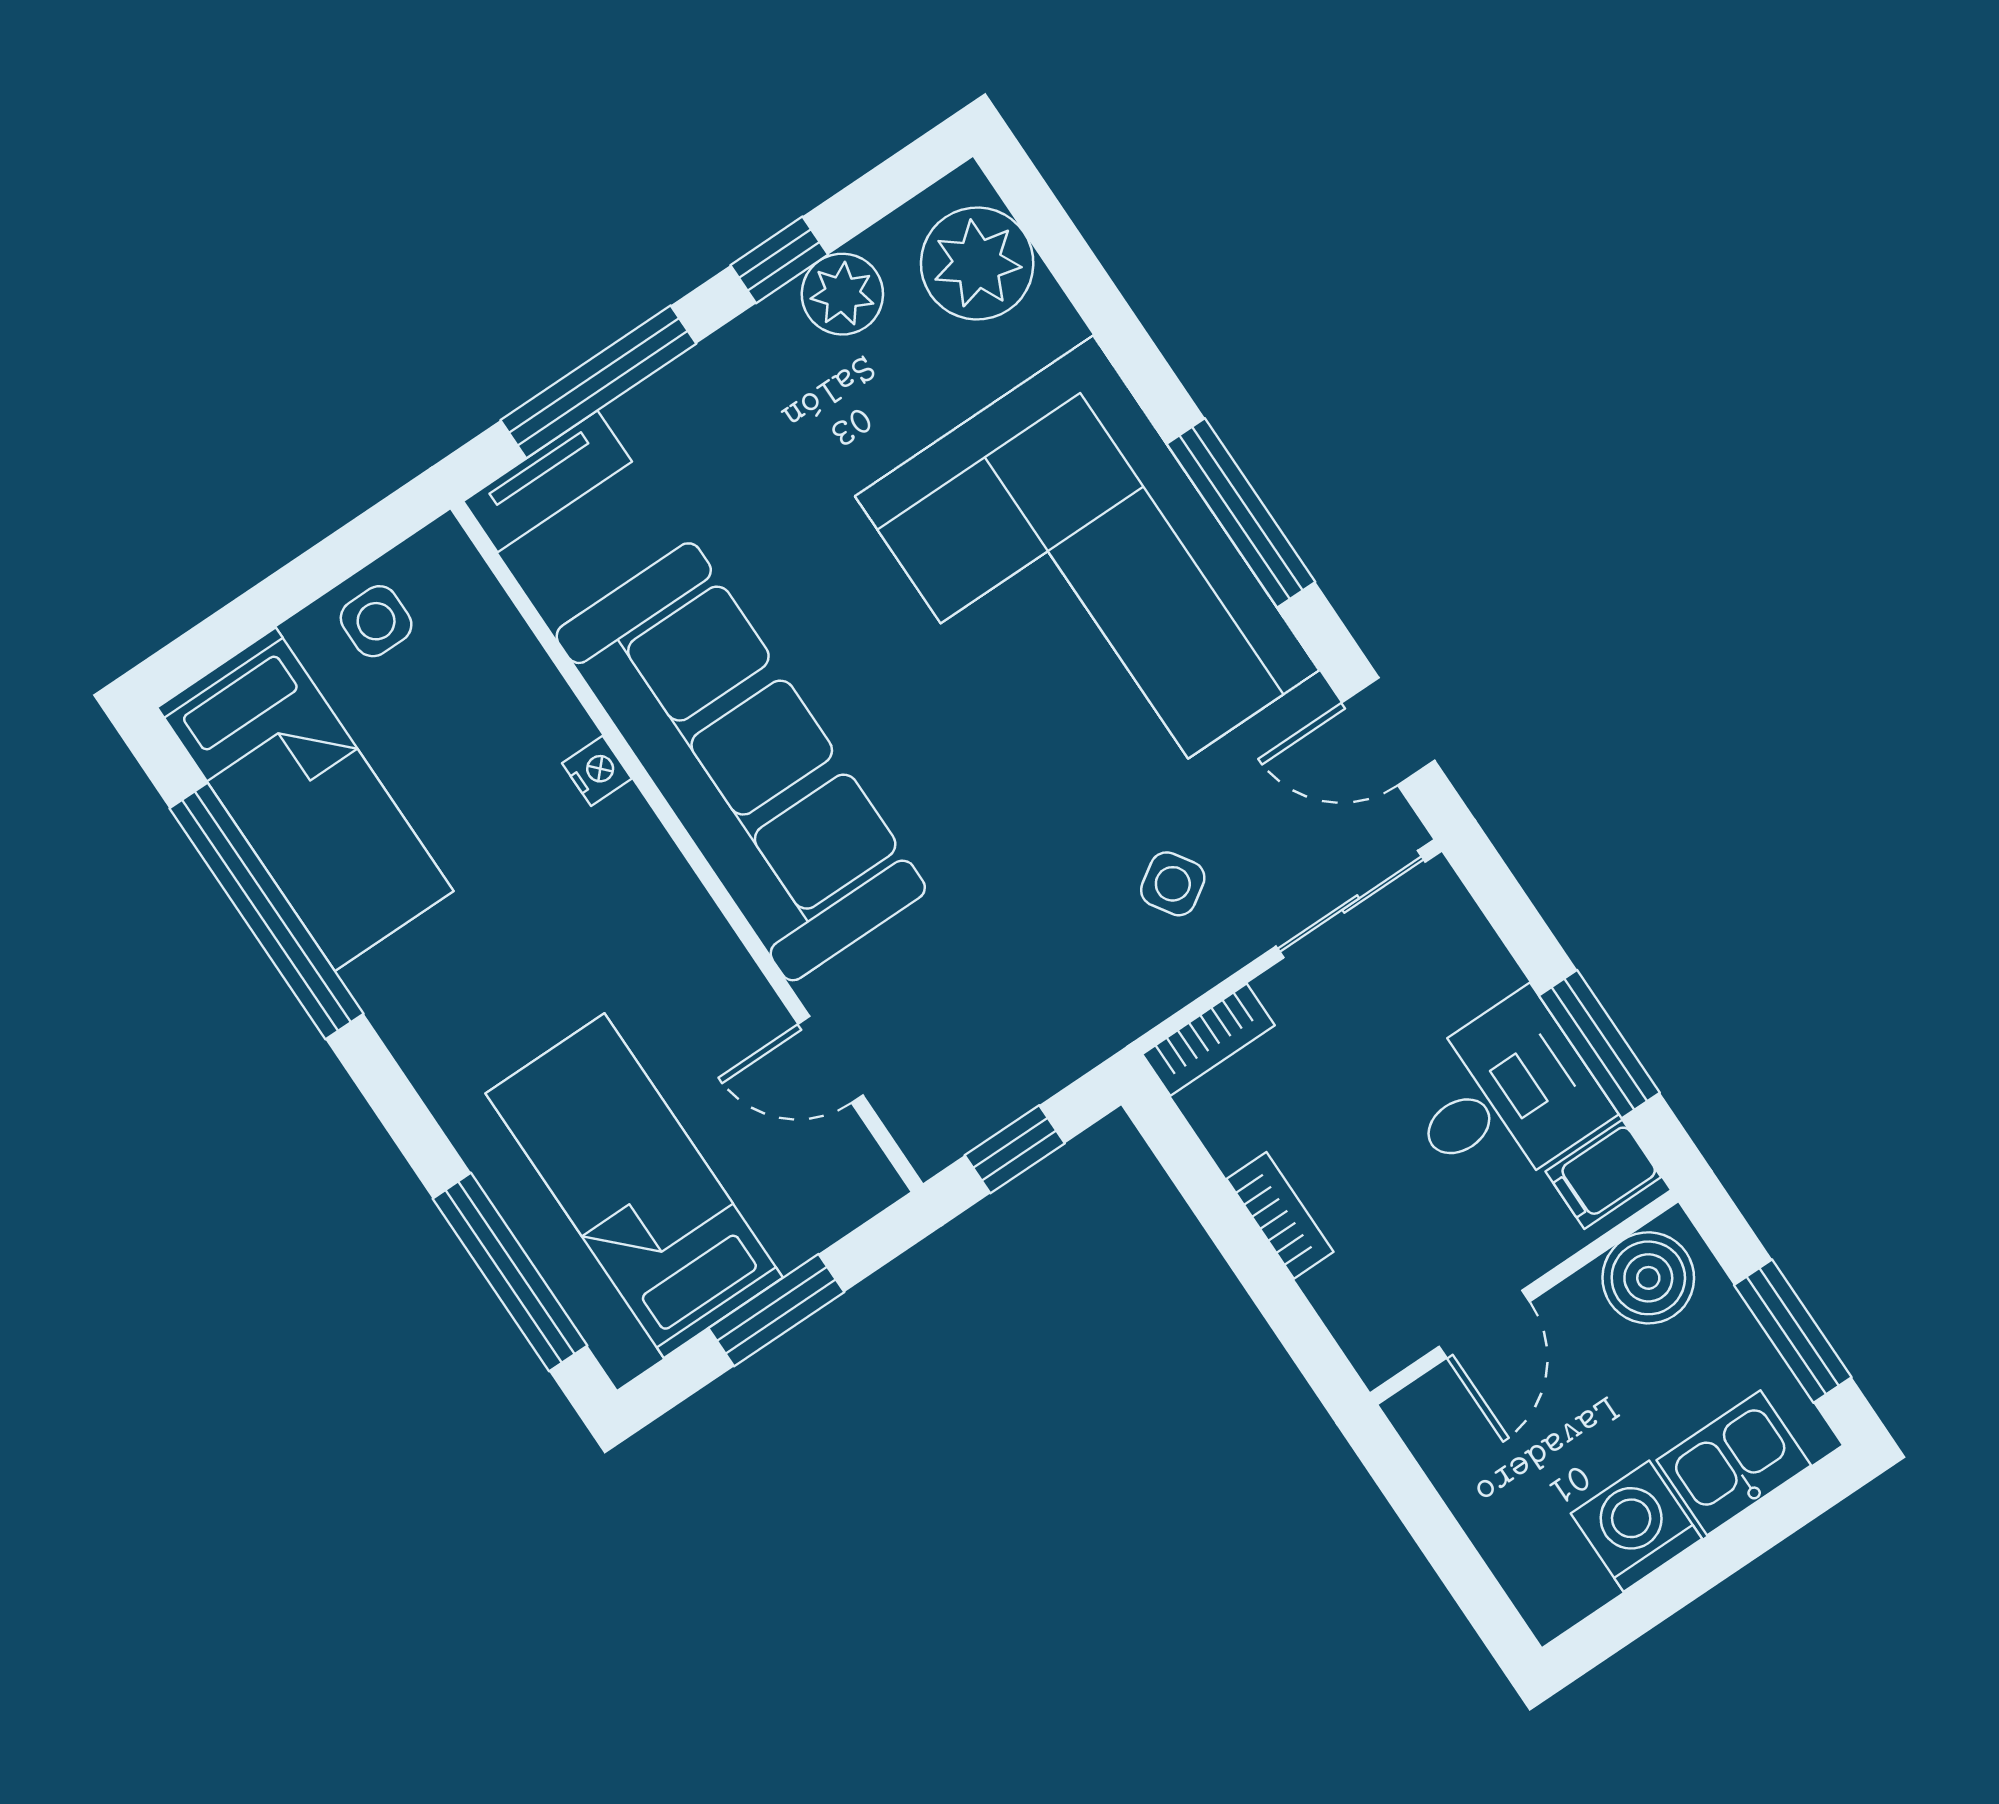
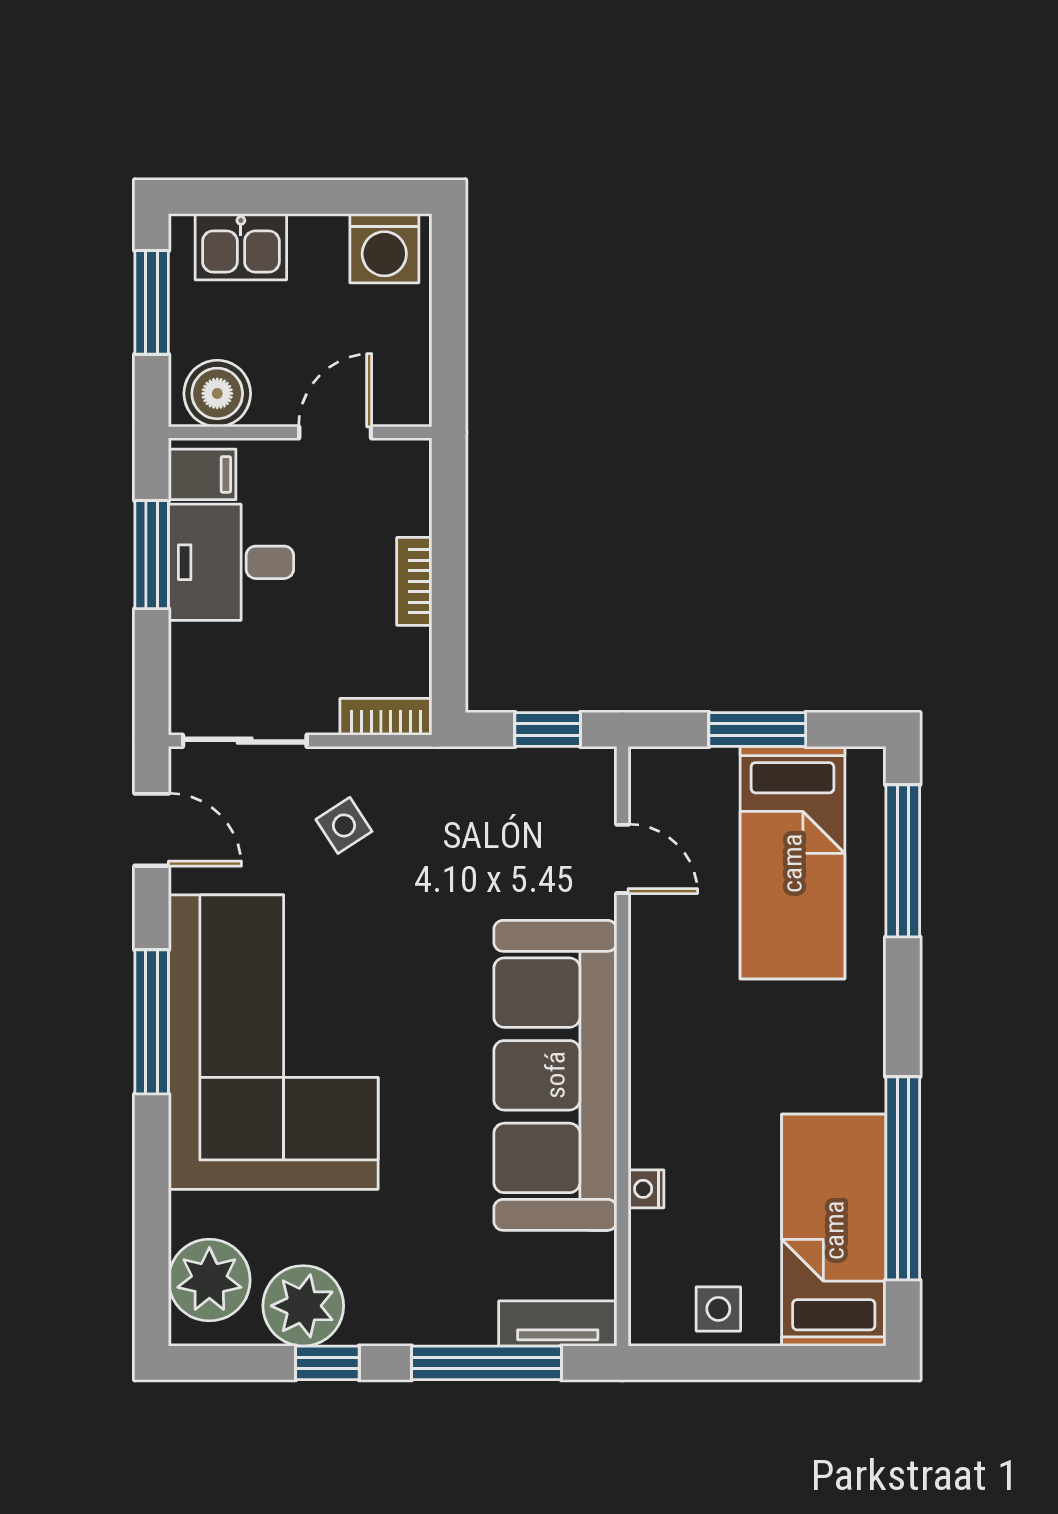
plant: (842, 294) -> (303, 1306), width x1.36, depth x1.36
nightstand: (597, 771) -> (646, 1189), moved
washing machine: (1636, 1526) -> (384, 248), moved

